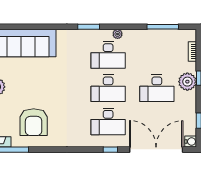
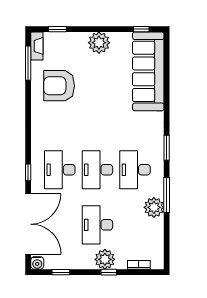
window: (163, 27) -> (167, 195), moved
plant: (118, 34) -> (154, 207), moved, width x1.88, depth x1.88

